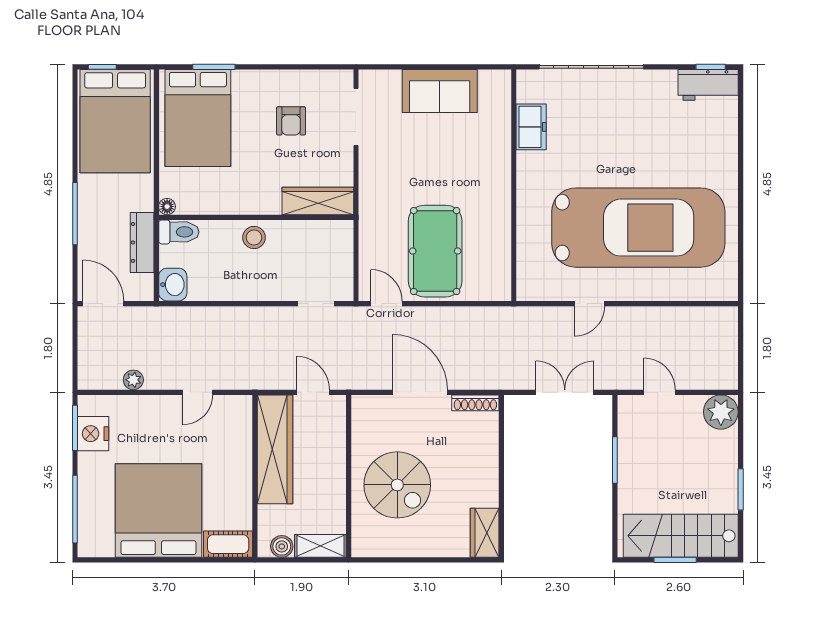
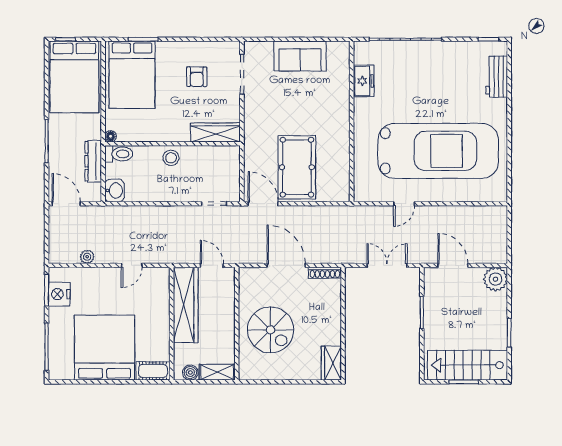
workbench: (708, 85) -> (497, 77), moved, turned 90
door: (386, 304) -> (263, 204), width x1.38
door: (659, 392) -> (453, 265), width x1.38

